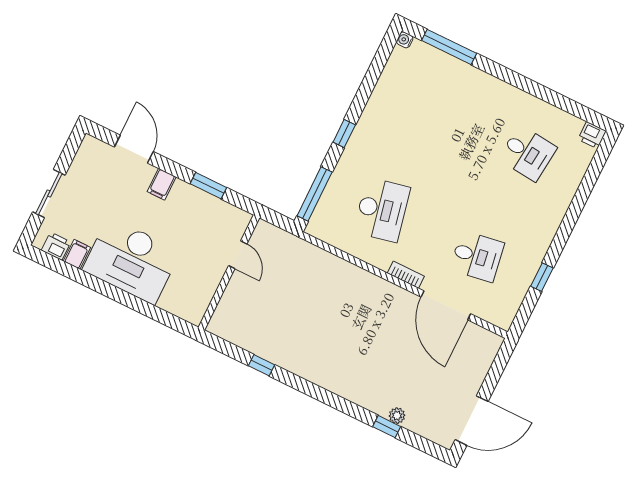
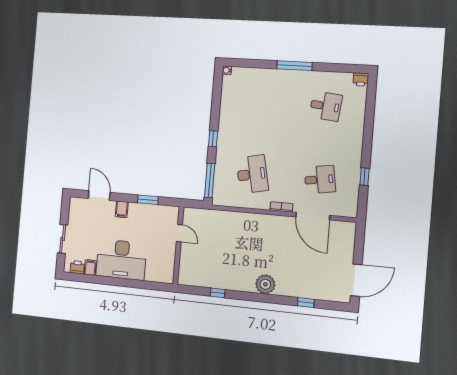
window: (449, 47) -> (295, 66), moved
plant: (397, 416) -> (265, 284), moved, width x1.87, depth x1.87

